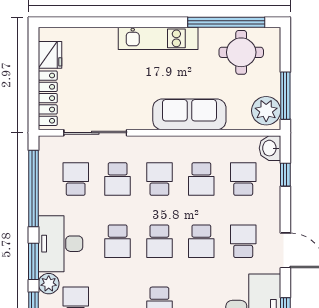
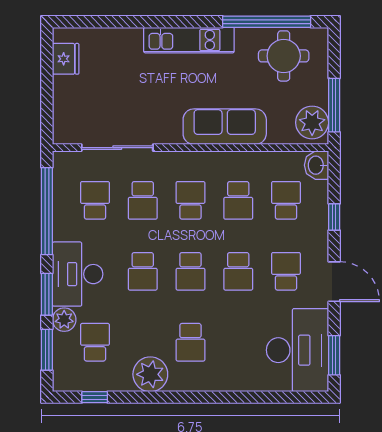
locker: (48, 98) -> (63, 108), removed
window: (285, 175) -> (334, 217), moved

